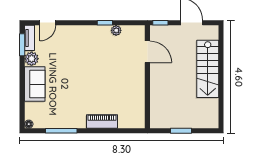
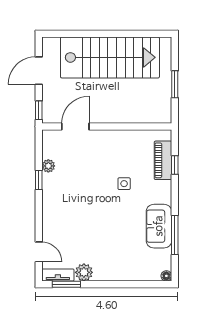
stairs: (208, 69) -> (110, 57), width x1.36, depth x1.51
sofa: (35, 84) -> (159, 226), moved, turned -90
side table: (102, 91) -> (124, 184), added
piano: (102, 121) -> (163, 160), moved
window: (117, 131) -> (175, 165), added

